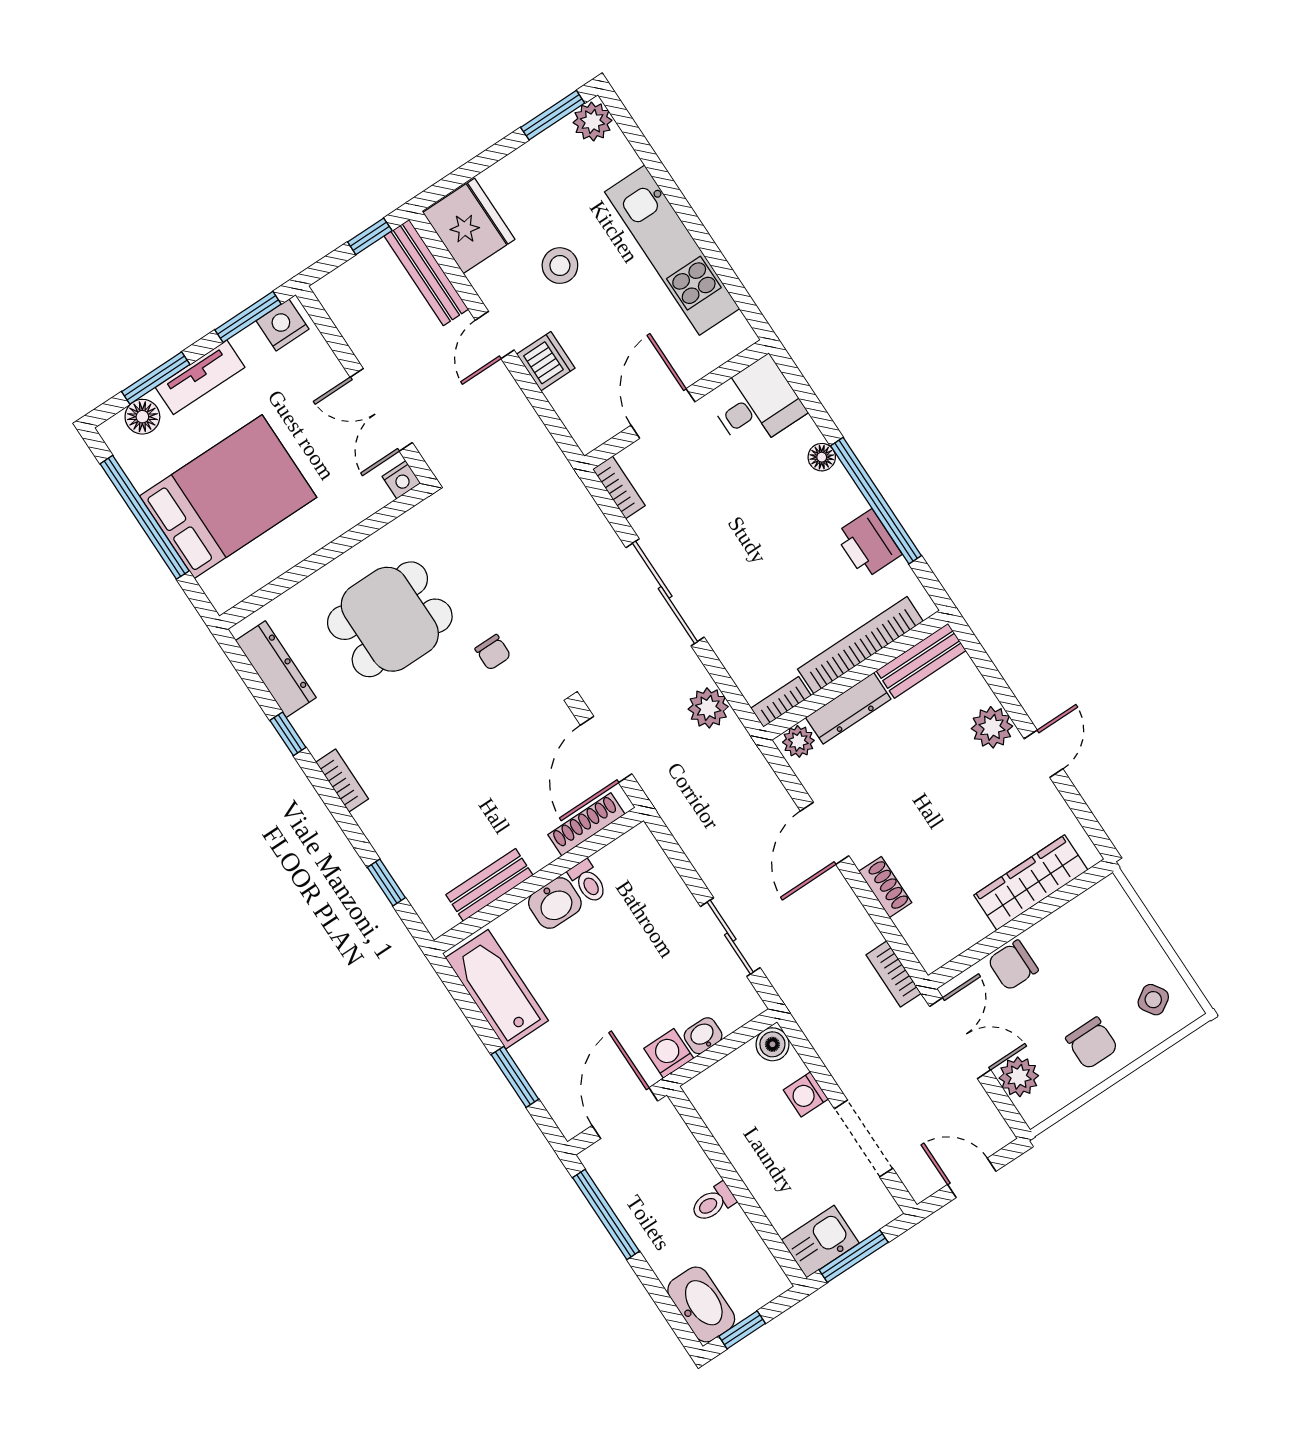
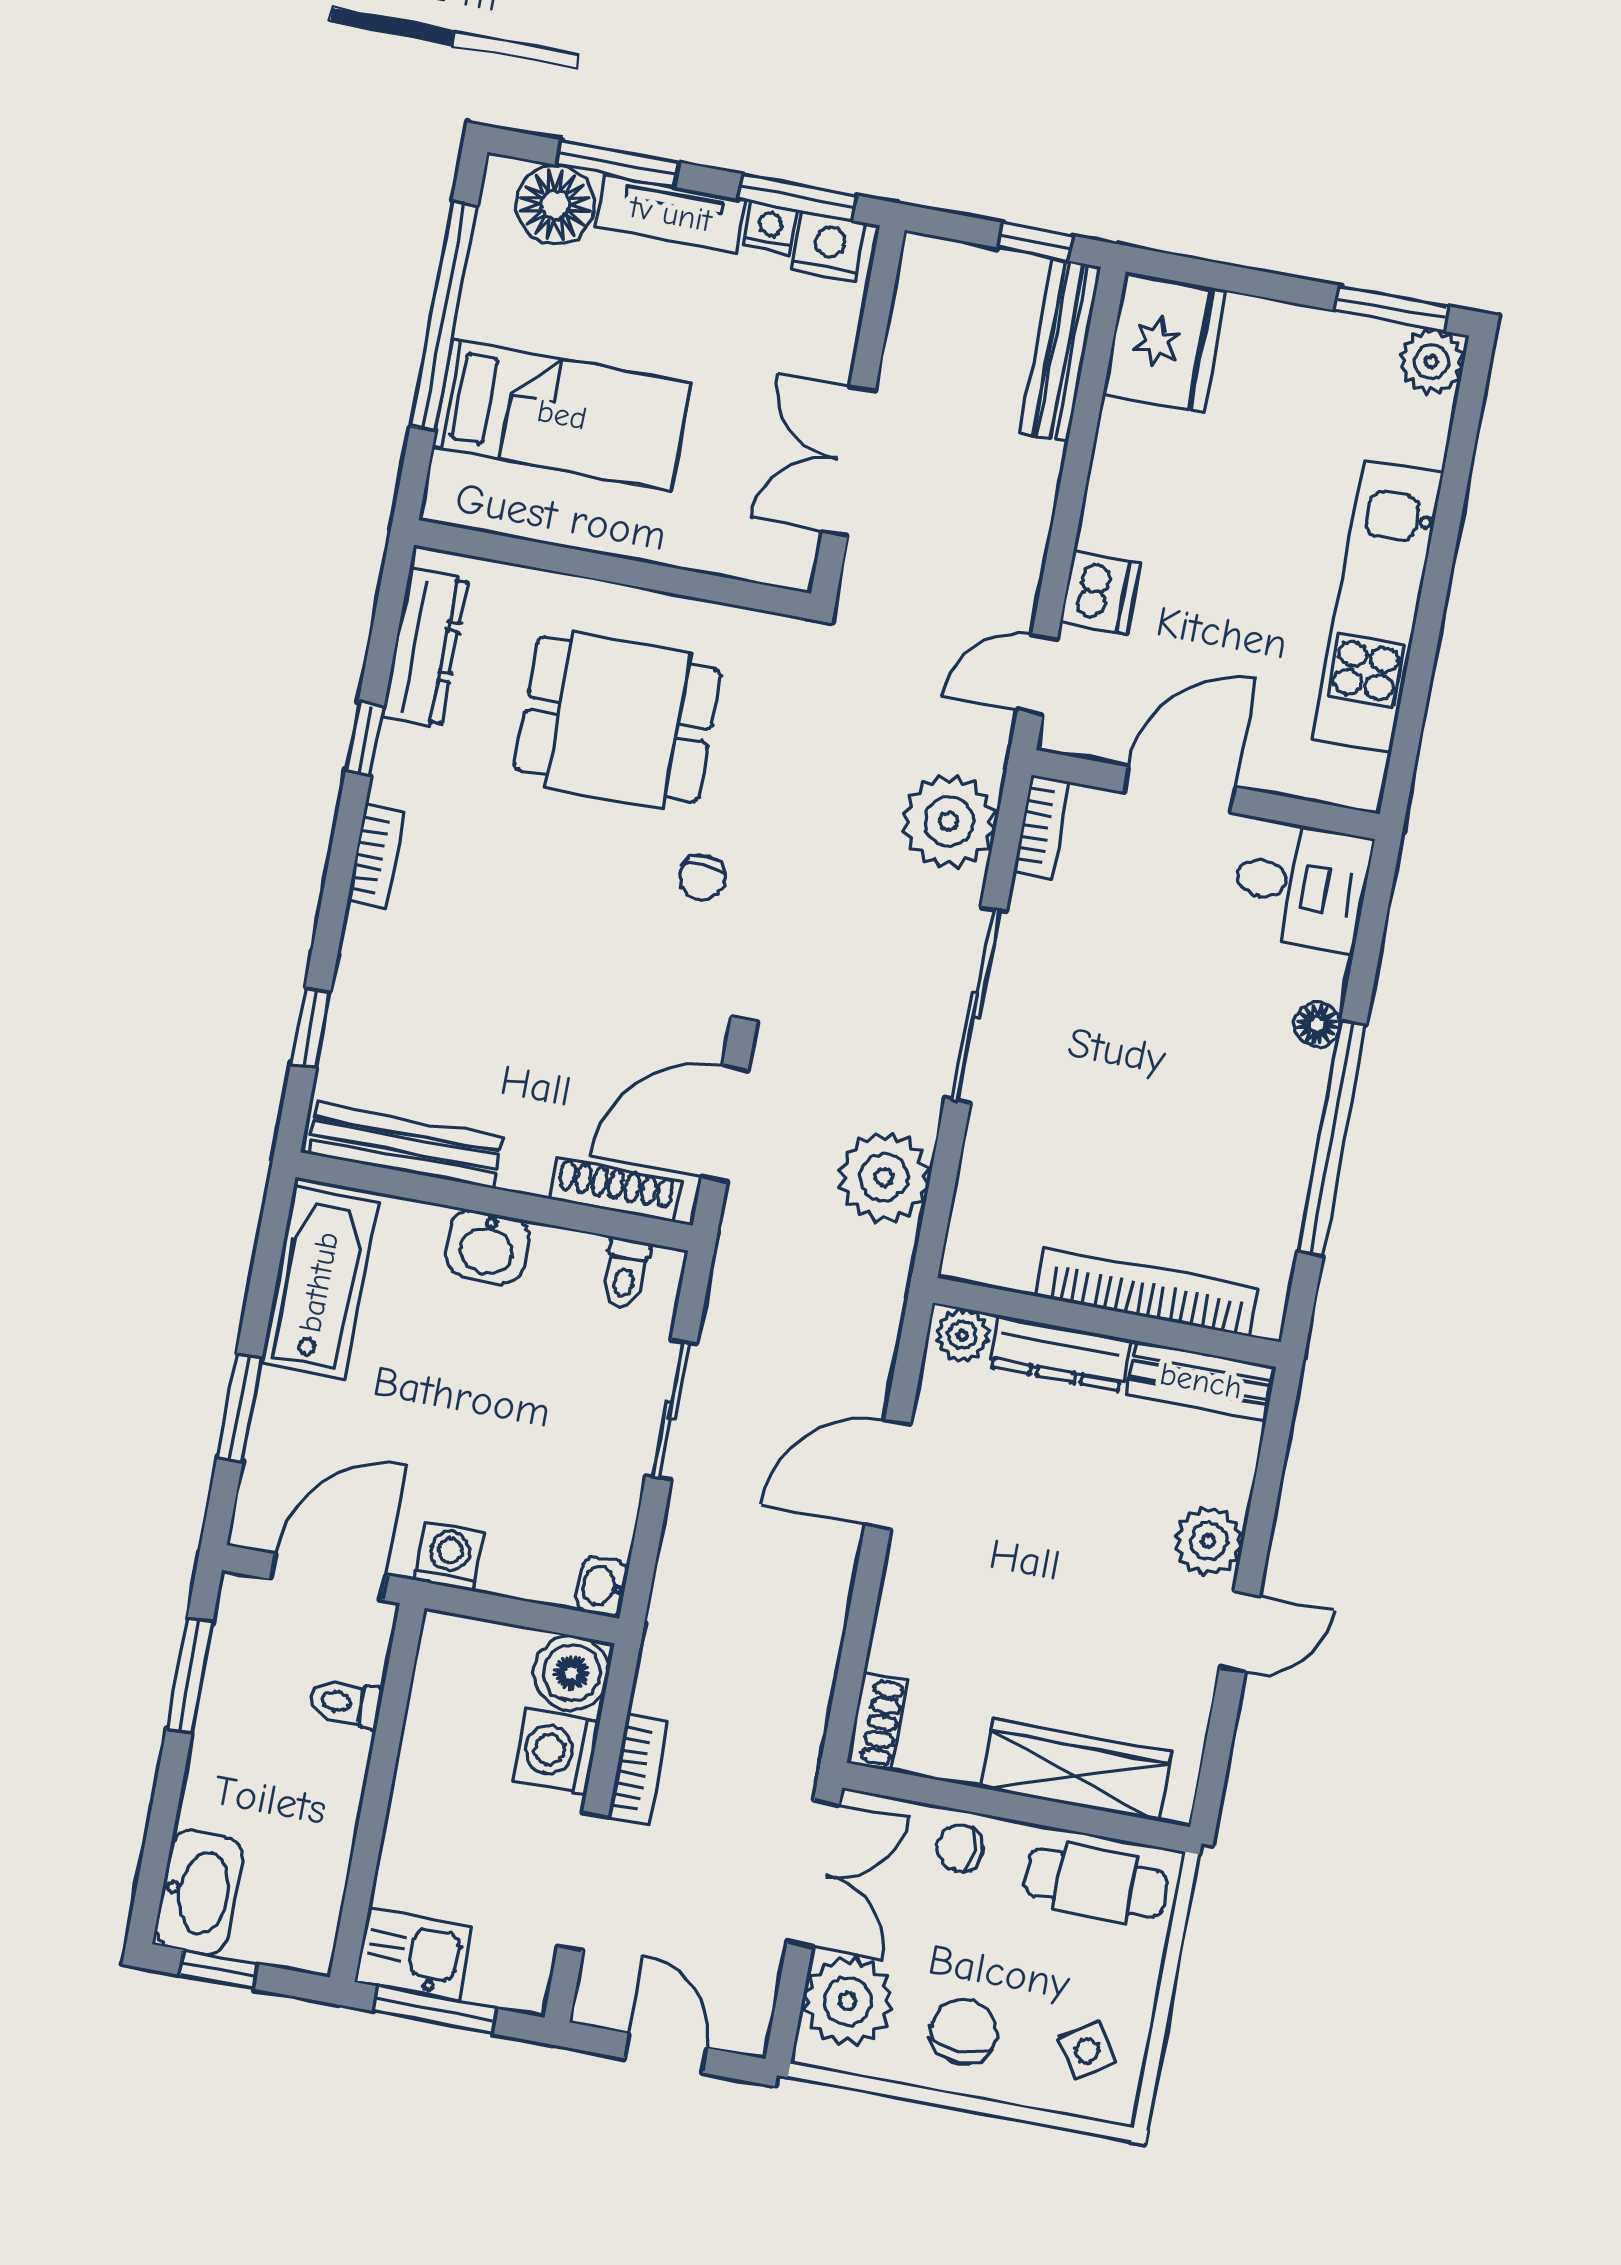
stool: (560, 266) -> (1227, 495), removed
door: (495, 335) -> (1038, 674), moved
floor lamp: (142, 417) -> (555, 205), width x1.38, depth x1.38
nightstand: (401, 480) -> (770, 228), moved, turned 180
bed: (228, 497) -> (562, 415), width x0.67
plant: (576, 524) -> (949, 821), added
printer: (868, 544) -> (1273, 1181), removed
bookcase: (781, 702) -> (987, 1268), removed
plant: (708, 708) -> (884, 1177), width x1.36, depth x1.36
toilet: (588, 882) -> (625, 1273), moved
bench: (489, 885) -> (406, 1145), width x1.36
shoe rack: (885, 887) -> (877, 1722), moved
cafe table: (1087, 923) -> (1096, 1883), added
sliding door: (730, 937) -> (671, 1410), moved
chair: (1013, 965) -> (960, 1848), width x0.73, depth x0.73
bookcase: (894, 974) -> (638, 1769), moved, turned 180
washbasin: (703, 1036) -> (602, 1586), moved, turned -90
chair: (1092, 1043) -> (964, 2031), turned 180
boiler: (772, 1044) -> (571, 1673), width x1.36, depth x1.36
plant: (1019, 1077) -> (848, 2001), width x1.36, depth x1.36
washing machine: (806, 1094) -> (557, 1751), width x1.38, depth x1.38
toilet: (713, 1203) -> (346, 1703), moved
window: (606, 1214) -> (189, 1675), width x0.69

